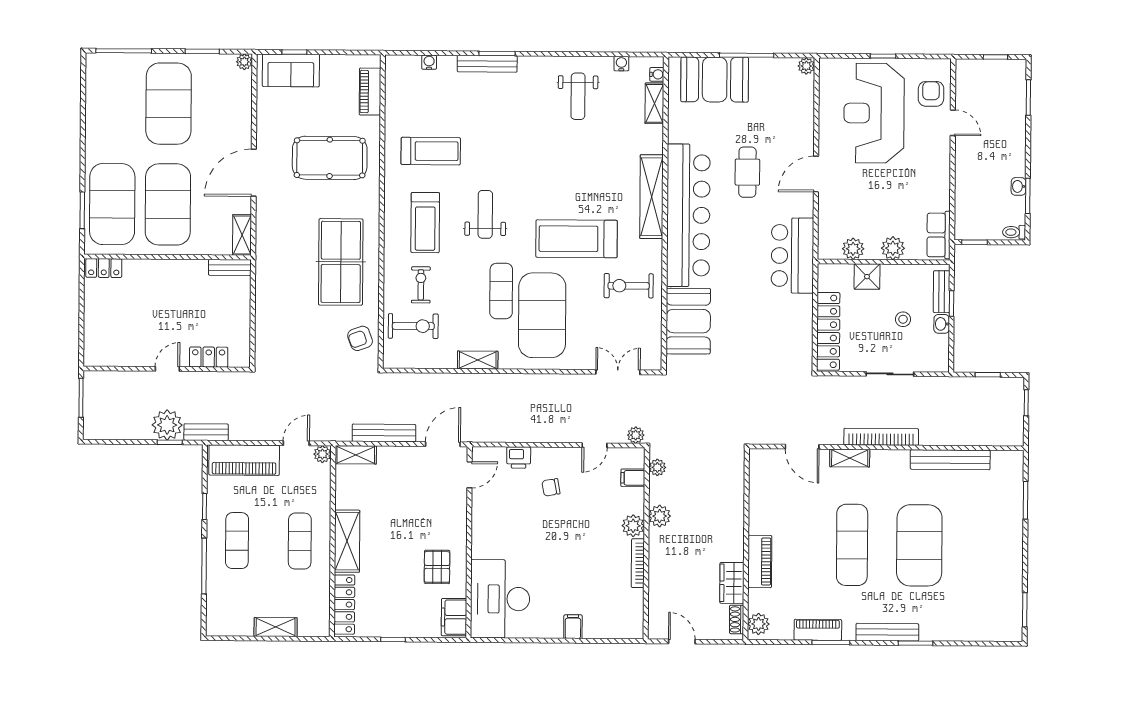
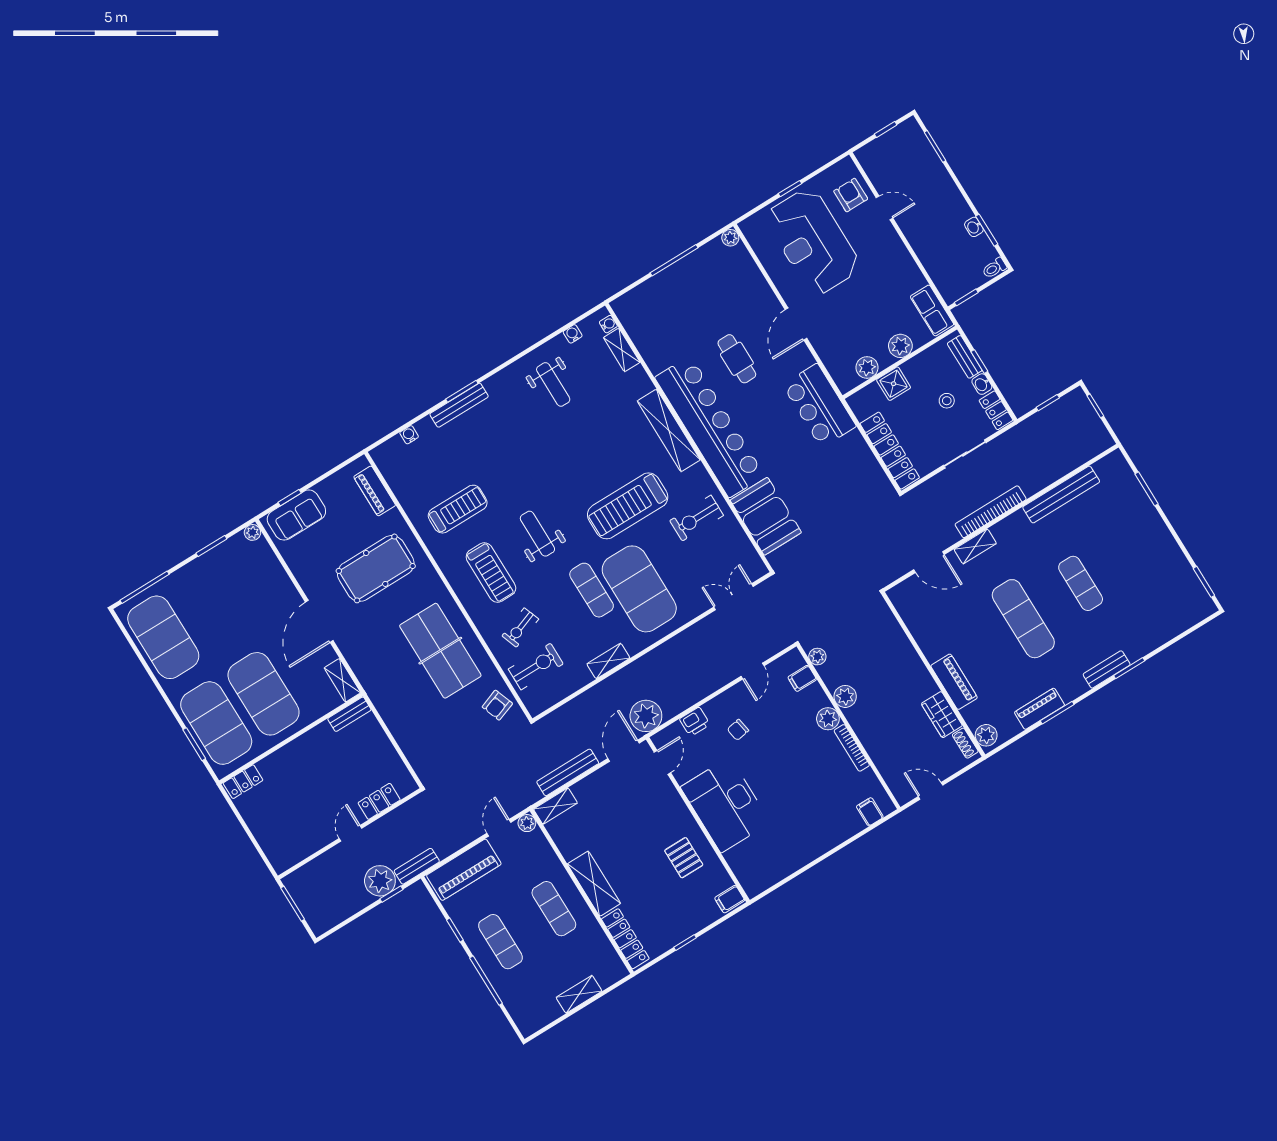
booth: (715, 80) -> (660, 298), removed
exercise mat: (169, 104) -> (163, 637), moved
exercise bike: (421, 285) -> (520, 628), turned -110
locker: (940, 354) -> (996, 410), added
plant: (636, 435) -> (646, 716), moved, width x1.88, depth x1.88
exercise mat: (919, 545) -> (1081, 583), width x0.50, depth x0.69
desk: (500, 599) -> (725, 805), moved
filing cabinet: (454, 617) -> (730, 899), width x0.50
filing cabinet: (573, 627) -> (870, 812), moved
bench: (887, 632) -> (1107, 669), width x0.73

